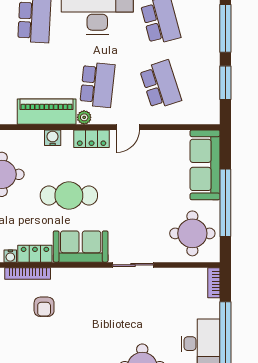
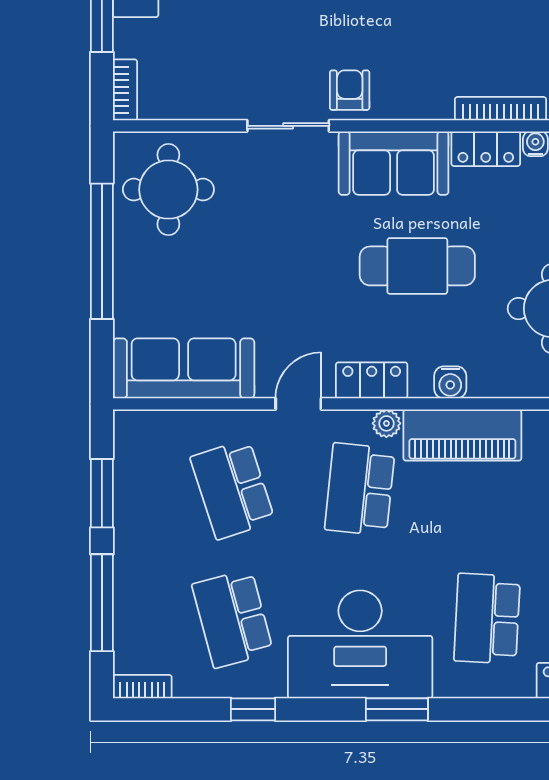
sofa: (205, 165) -> (184, 368), moved, turned -90
armchair: (44, 307) -> (350, 90), moved

